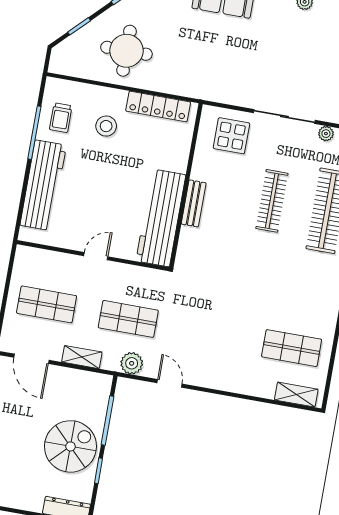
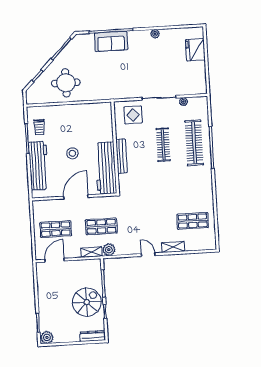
locker: (158, 107) -> (90, 109), removed
stool: (106, 126) -> (72, 153), moved
bench: (194, 203) -> (122, 156), width x1.36
door: (96, 256) -> (76, 197), width x1.87
shelving: (82, 357) -> (91, 252), moved
door: (31, 359) -> (54, 260), swing flipped
door: (170, 383) -> (148, 255), moved
shelving: (296, 395) -> (173, 247), moved

